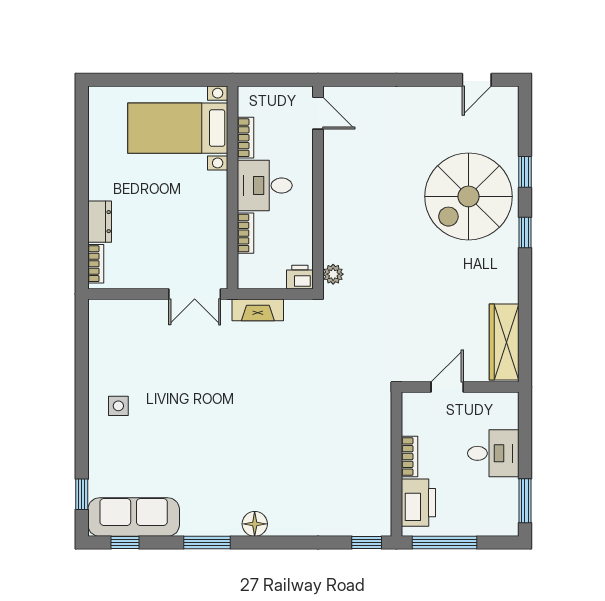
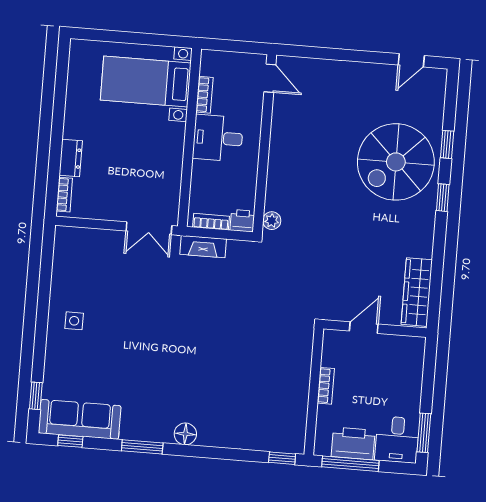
bookcase: (245, 233) -> (211, 222), moved, turned -90
desk: (493, 453) -> (397, 439), moved, turned 90
printer: (418, 503) -> (353, 443), moved, turned -90

